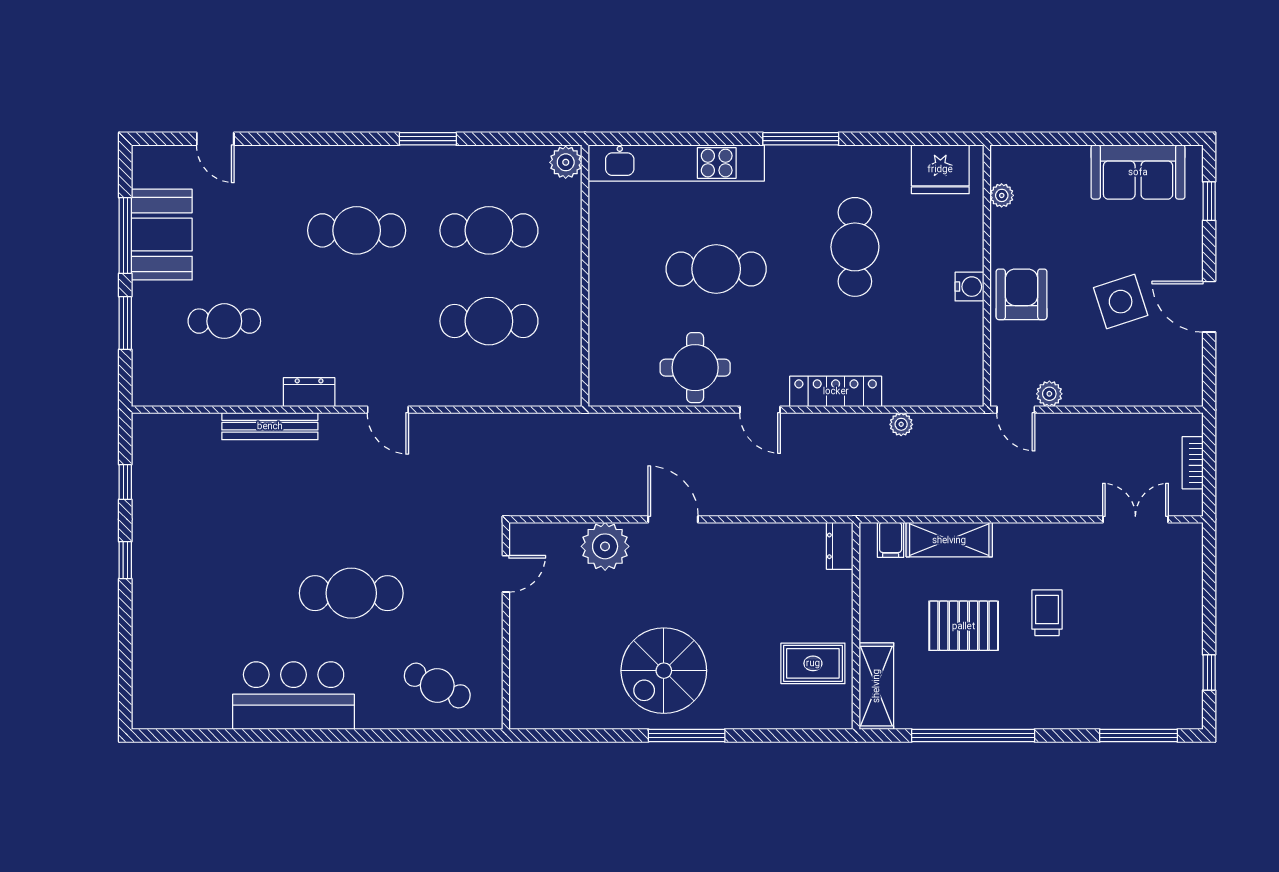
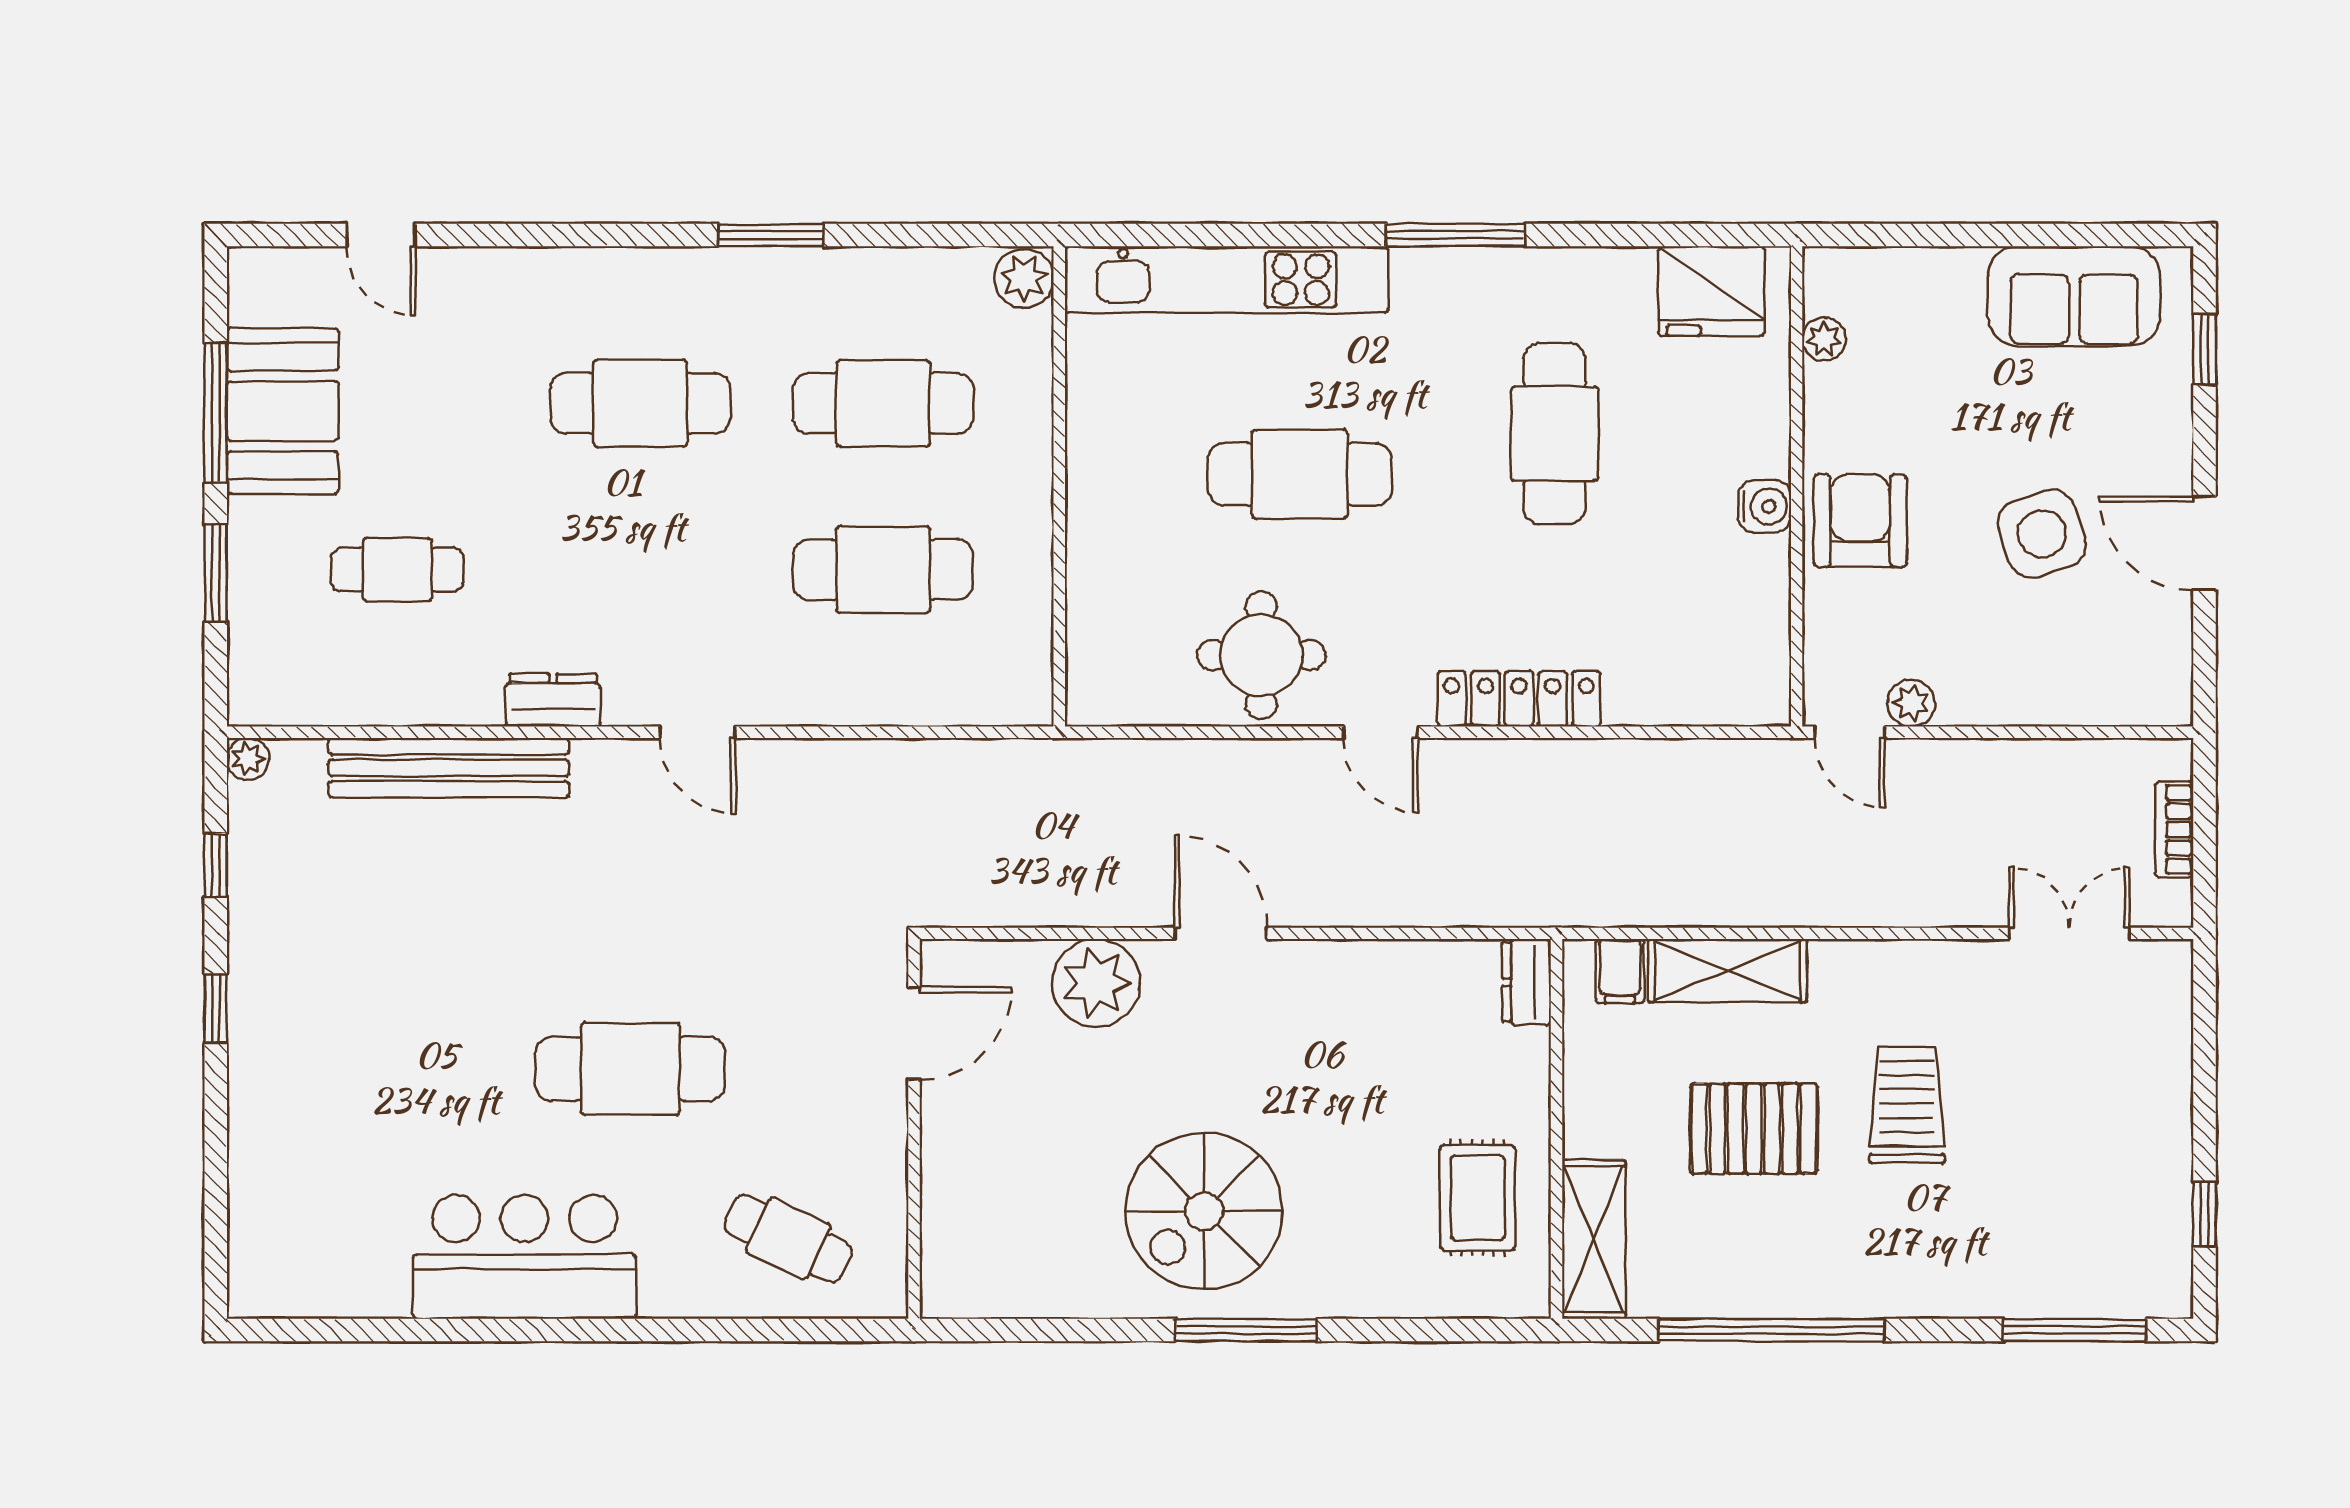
plant: (901, 424) -> (248, 759), moved
bench: (270, 426) -> (449, 768), width x1.37, depth x1.21
door: (506, 574) -> (914, 1033), width x1.37
trolley: (1047, 613) -> (1907, 1105), width x1.36, depth x1.39
rug: (813, 663) -> (1477, 1198), turned 90

